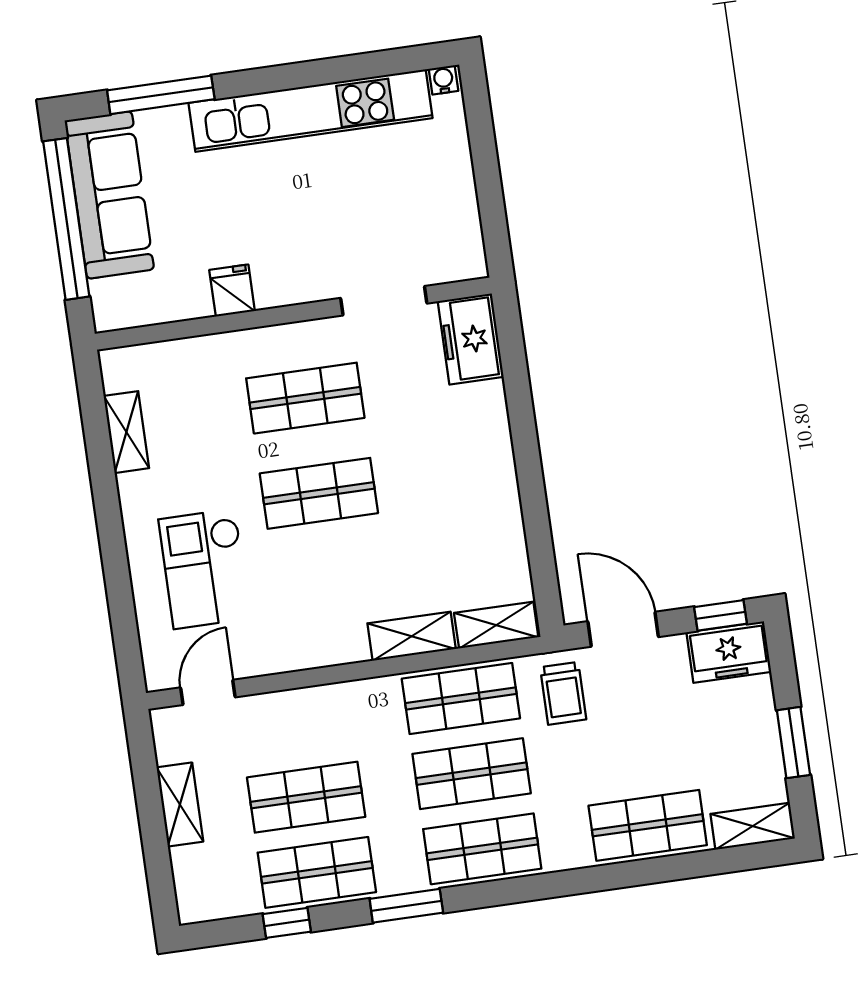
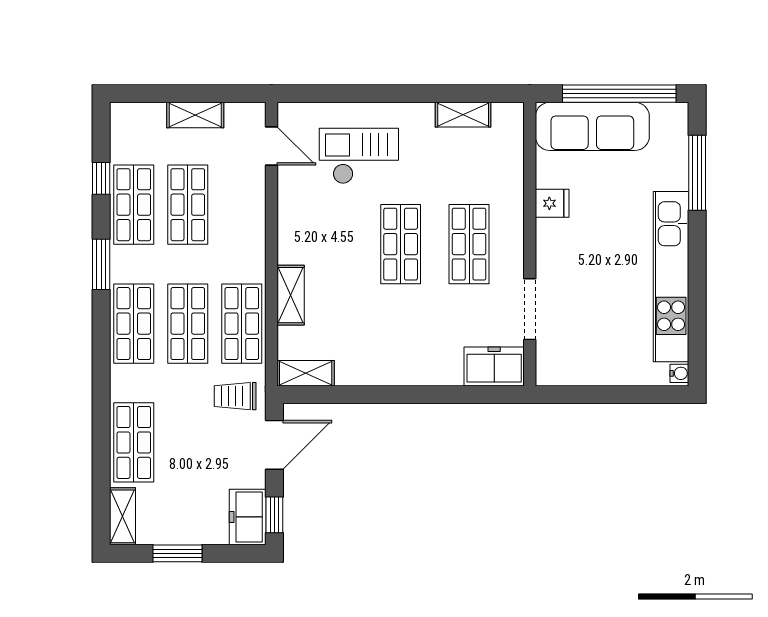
sofa: (109, 195) -> (592, 126), moved
shelving: (496, 625) -> (306, 373), moved, turned 90

